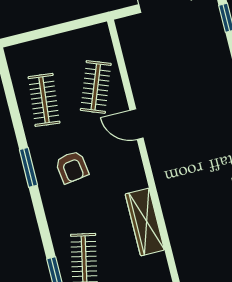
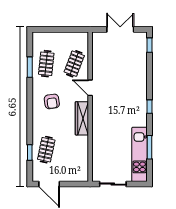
window: (28, 167) -> (30, 67), moved
wardrobe: (145, 222) -> (82, 118), moved

